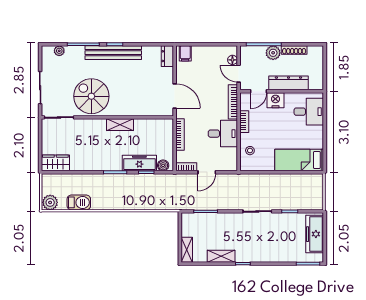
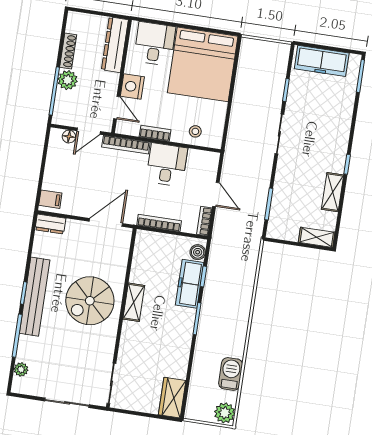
dresser: (288, 83) -> (115, 45), moved
spiral stairs: (91, 96) -> (90, 301), moved
bed: (299, 160) -> (203, 64), width x2.04

